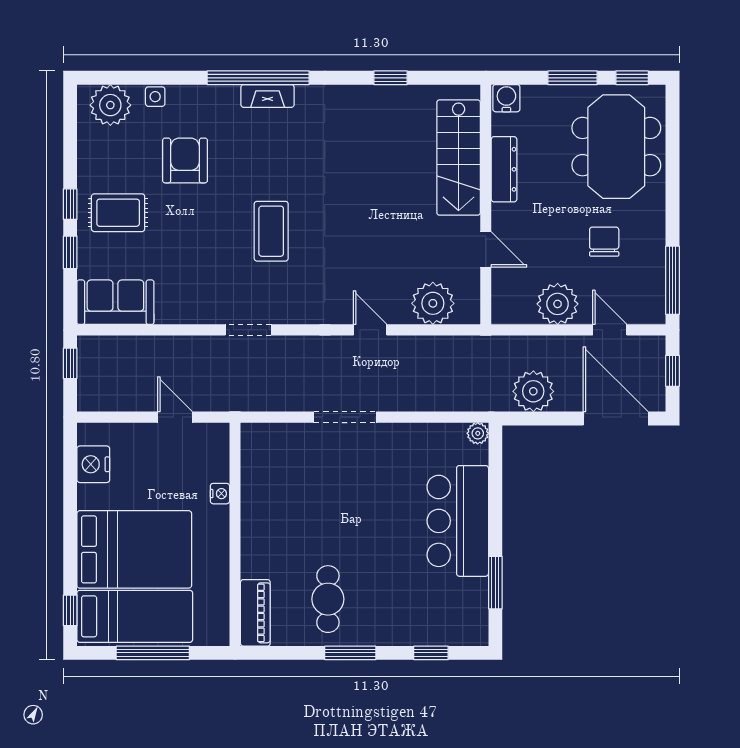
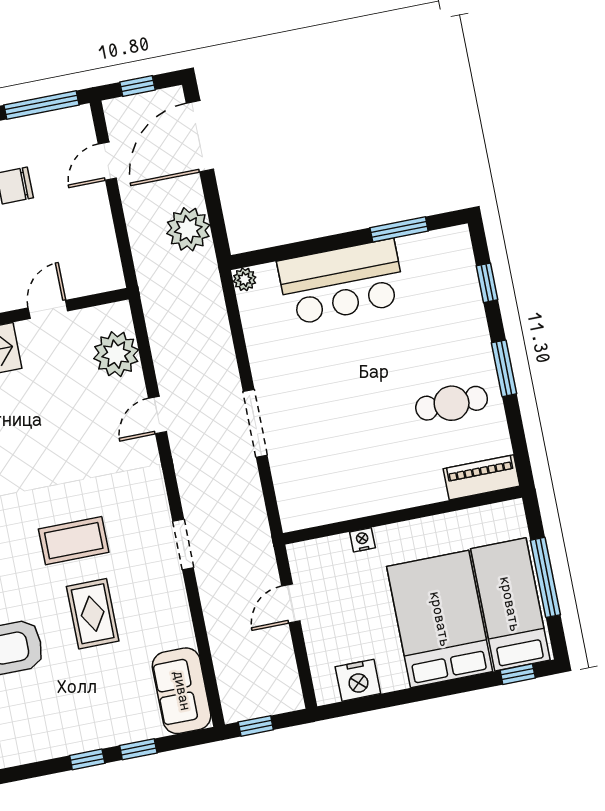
rug: (118, 213) -> (93, 614), moved
plant: (558, 304) -> (91, 222), removed

